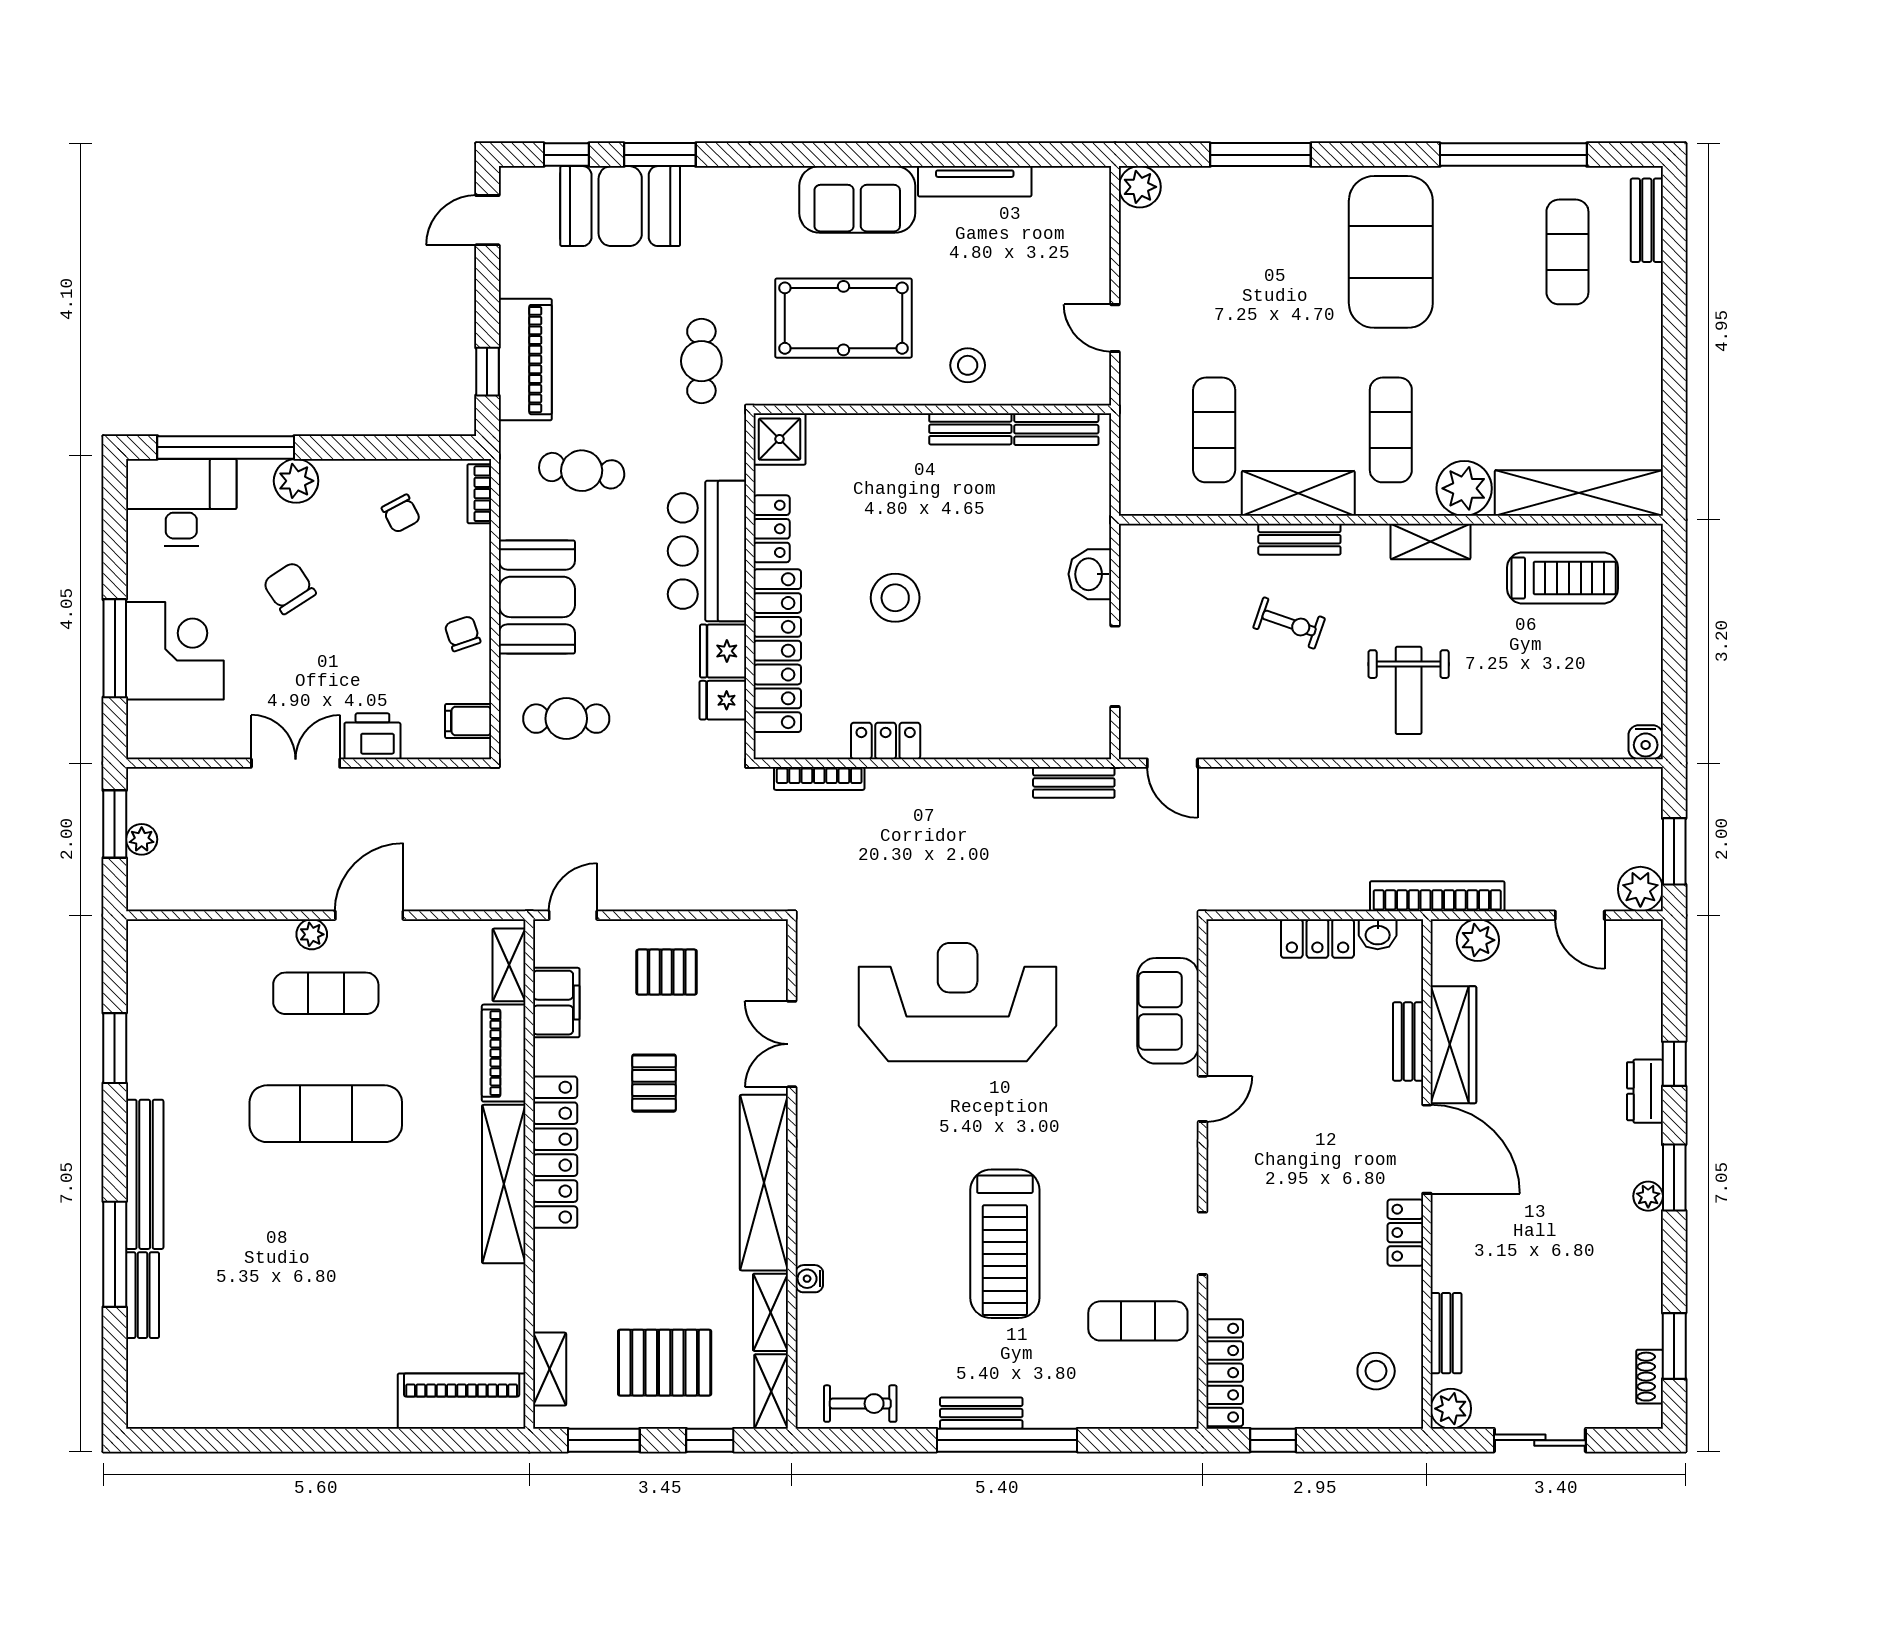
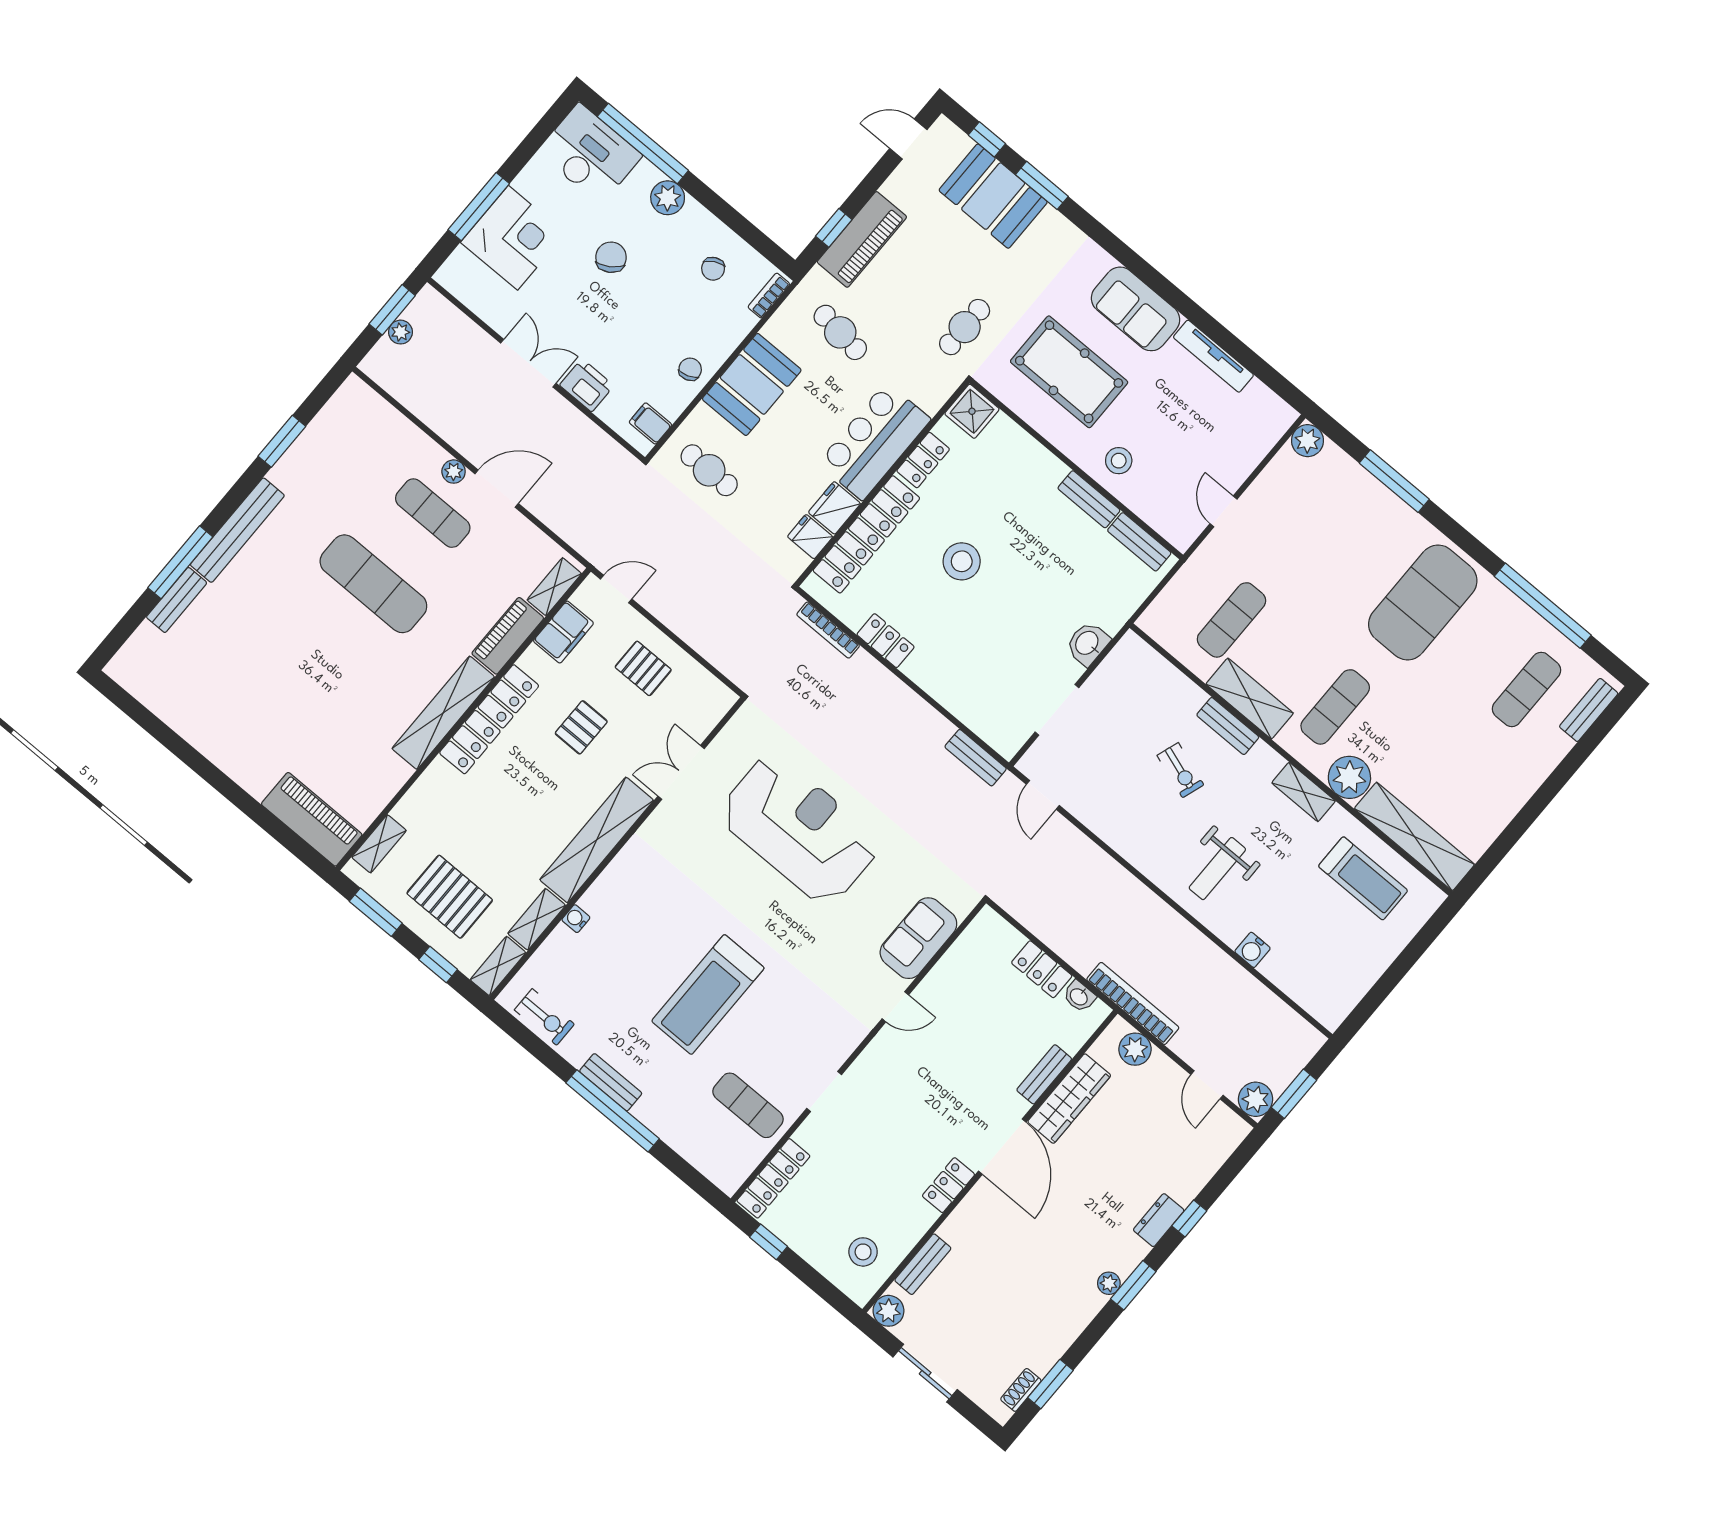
water cooler: (1646, 742) -> (1253, 950), moved

